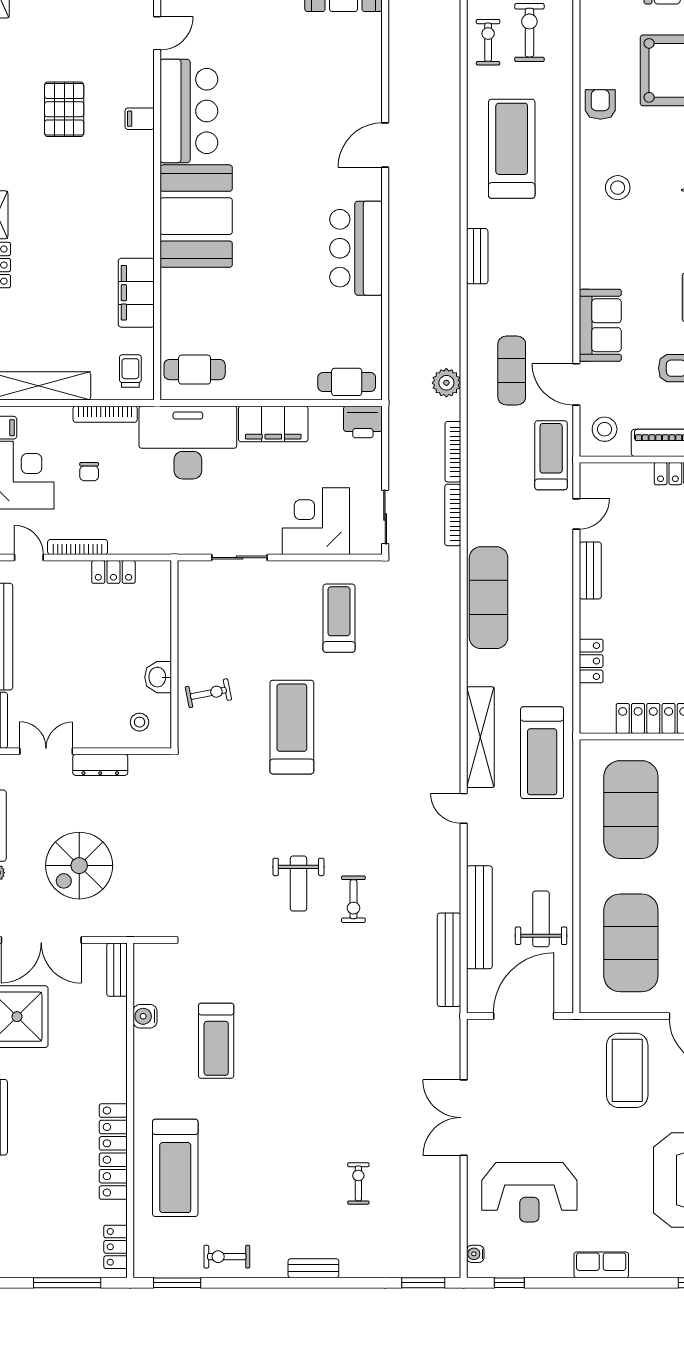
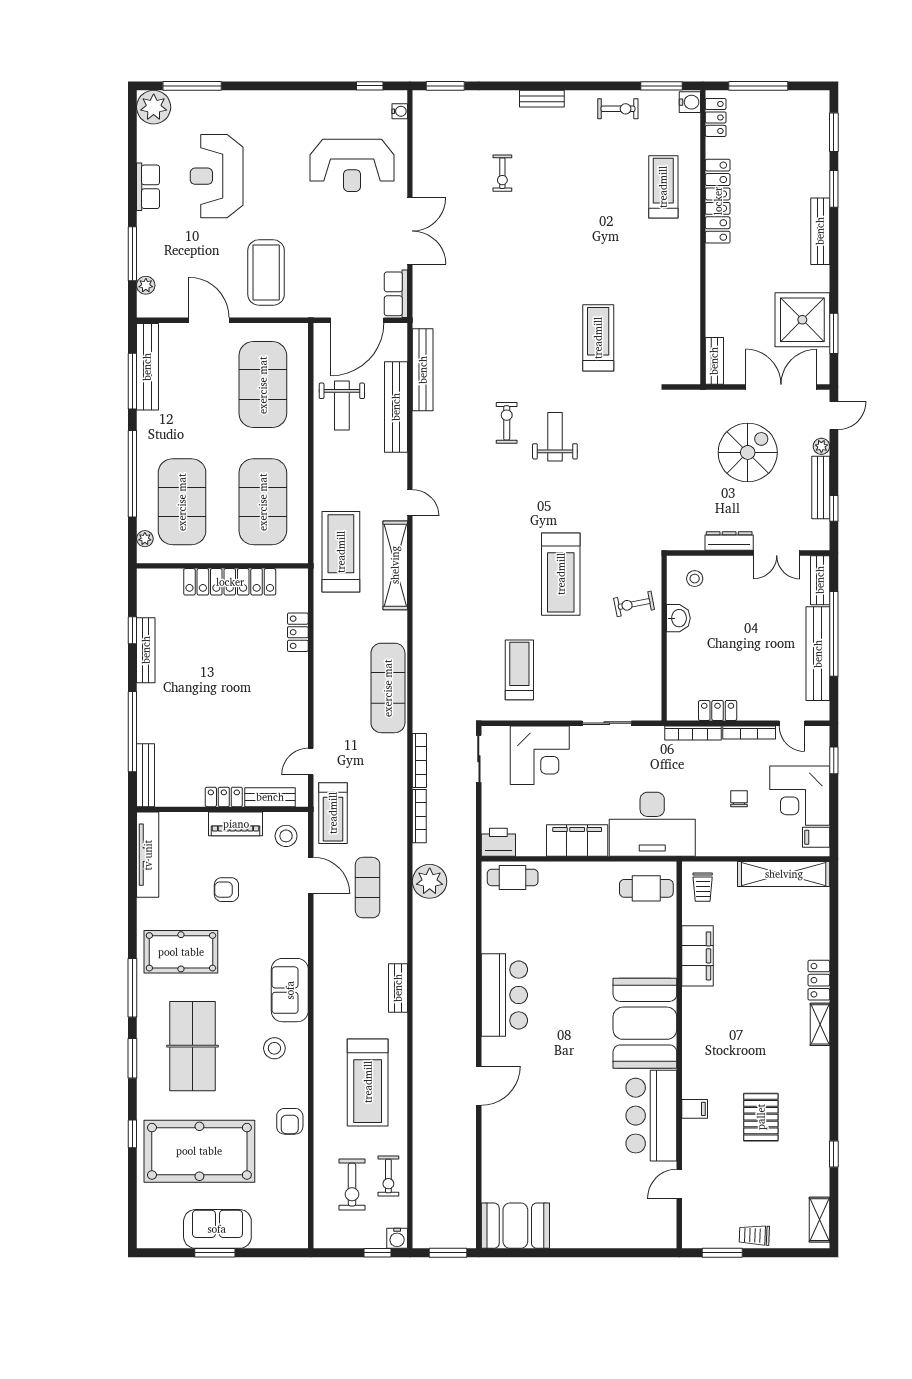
sofa: (600, 325) -> (290, 990), moved
plant: (446, 383) -> (430, 881), width x1.36, depth x1.36
bookcase: (105, 414) -> (693, 733), moved, turned 180
bench: (590, 571) -> (270, 797), moved, turned 90
treadmill: (339, 618) -> (519, 670), turned 180
water cooler: (145, 1016) -> (690, 102), moved
treadmill: (216, 1041) -> (598, 338), moved
treadmill: (175, 1168) -> (663, 187), width x0.73, depth x0.73
reception desk: (529, 1192) -> (352, 165), turned 180
row of seats: (601, 1265) -> (396, 294), moved, turned 90

